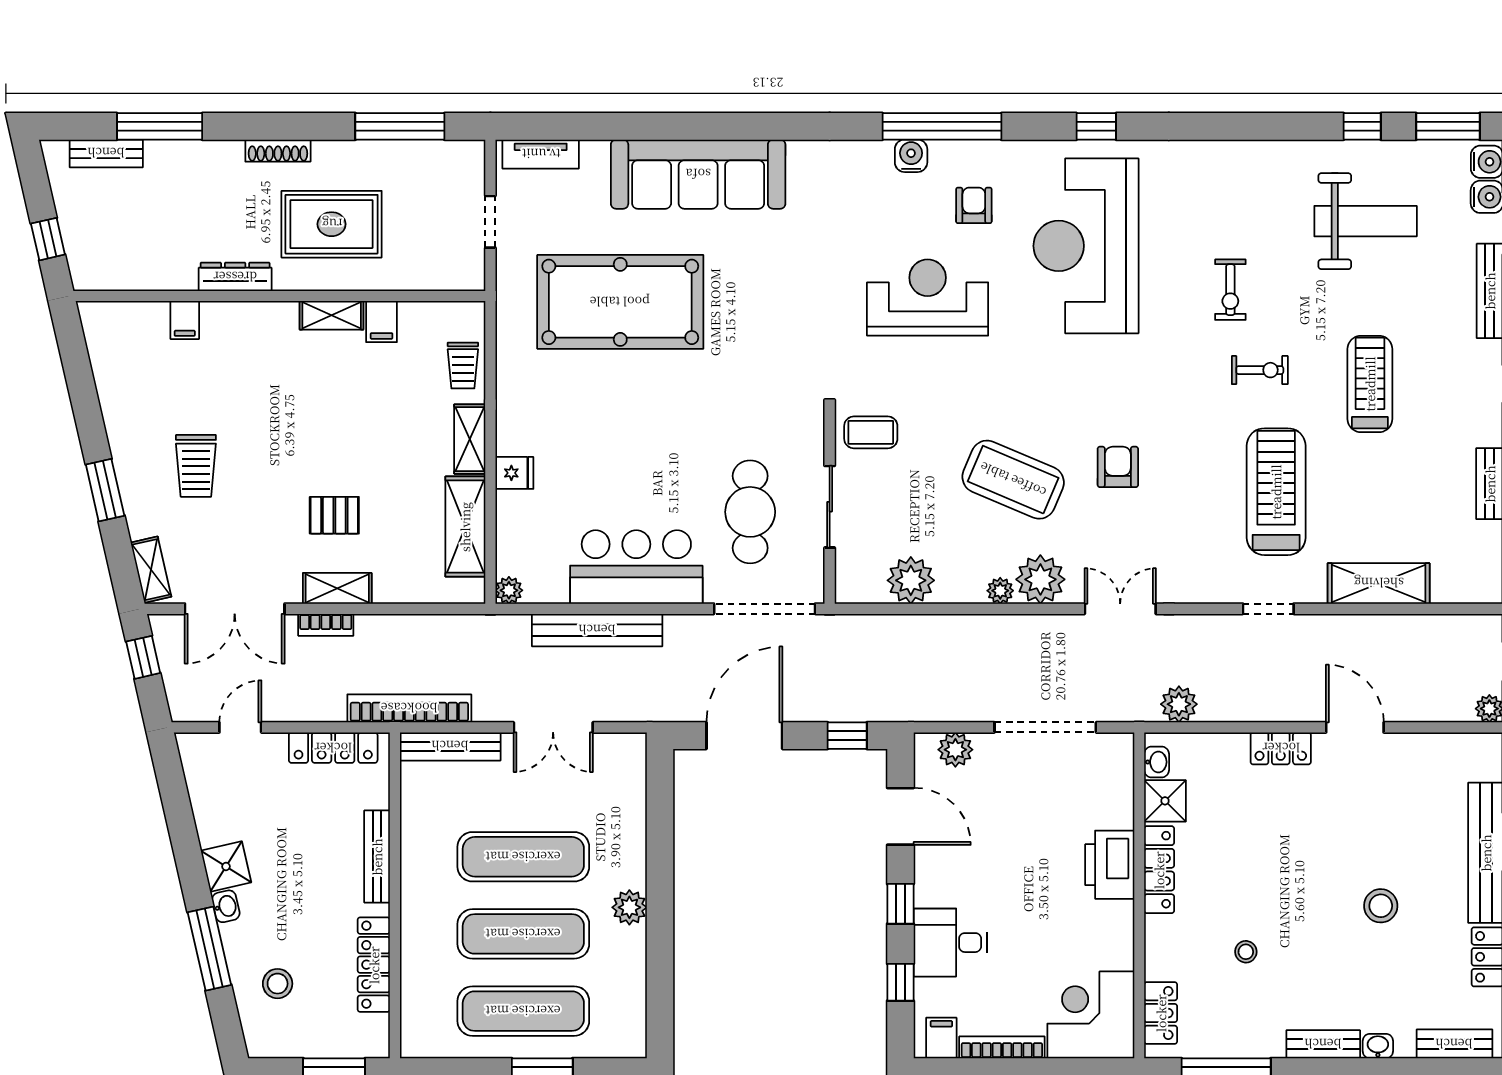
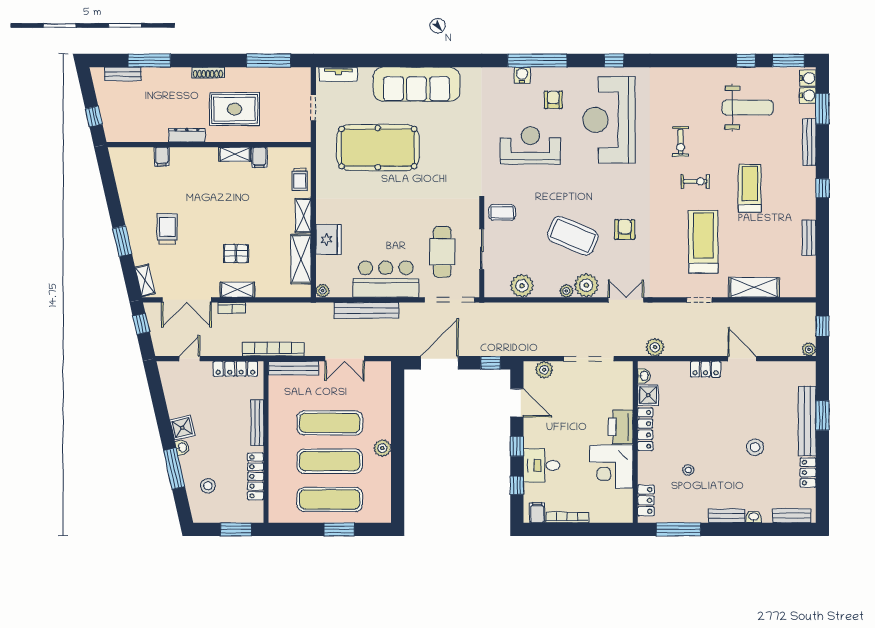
trolley: (196, 466) -> (167, 229), turned 180
fridge: (514, 473) -> (329, 239), width x1.88, depth x1.34
corner desk: (1091, 1015) -> (611, 467), moved, turned -90

